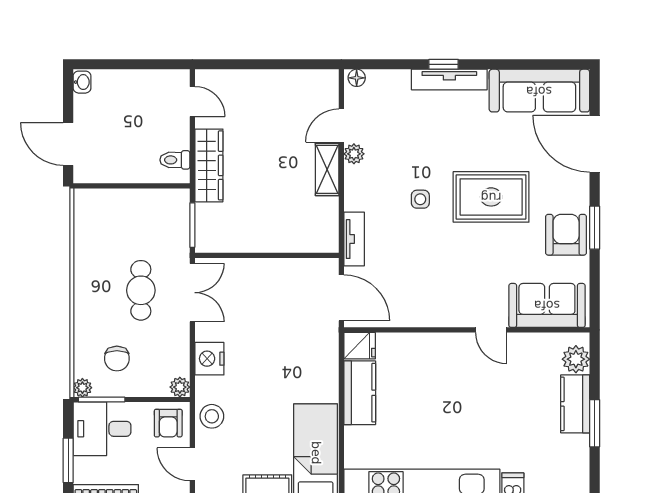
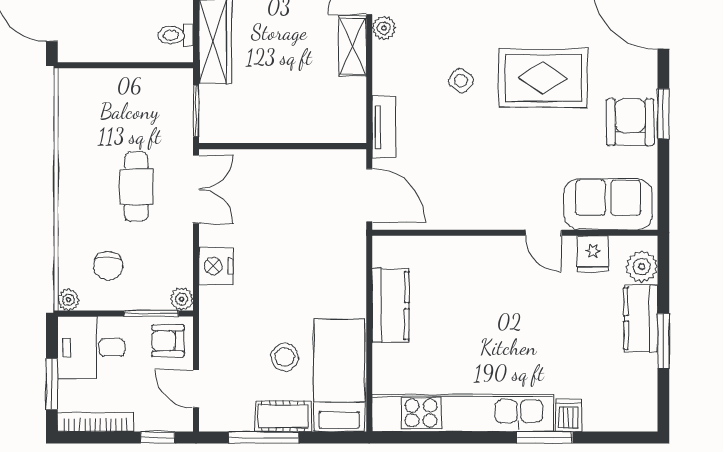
side table: (420, 199) -> (461, 81), turned 37
fridge: (360, 346) -> (593, 254), moved, turned 90
window: (102, 400) -> (151, 313), moved
stool: (212, 416) -> (285, 357), moved
armchair: (168, 423) -> (168, 341), turned 90

